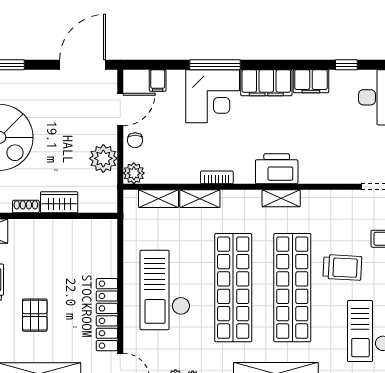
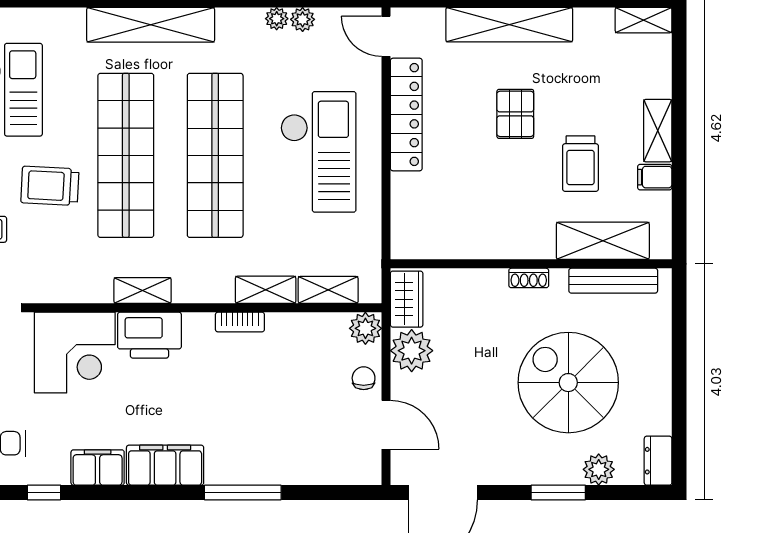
filing cabinet: (158, 80) -> (329, 469), removed
corner desk: (213, 96) -> (75, 353), moved, turned 180
door: (120, 110) -> (386, 425), swing flipped
wardrobe: (59, 202) -> (407, 299), moved, turned -90

